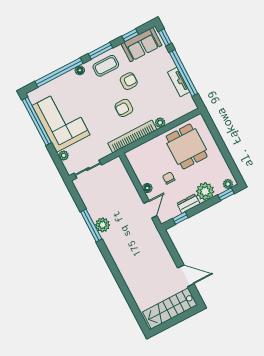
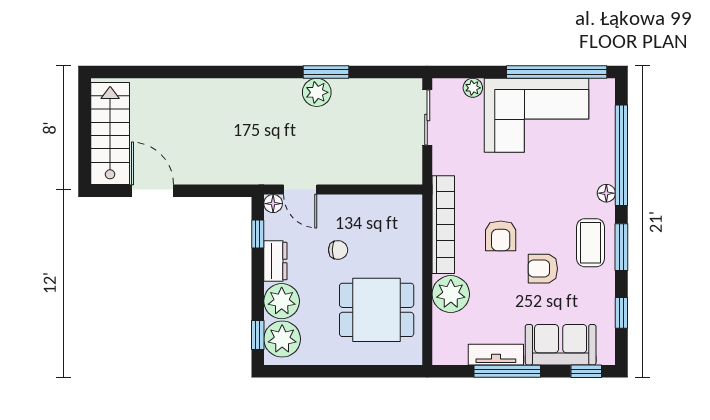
sofa: (141, 45) -> (561, 345), moved, turned 90
window: (184, 73) -> (507, 371), width x0.68
armchair: (129, 81) -> (543, 269), turned 90
armchair: (124, 108) -> (501, 236), turned 180
plant: (160, 123) -> (451, 294), width x1.87, depth x1.87
plant: (228, 184) -> (282, 339), width x1.87, depth x1.87
floor lamp: (147, 188) -> (273, 204), moved
window: (91, 225) -> (326, 72), width x0.69
door: (186, 276) -> (152, 191), swing flipped

